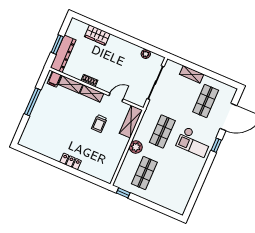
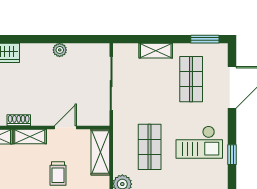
plant: (146, 54) -> (60, 50), moved
window: (225, 80) -> (205, 39), added
window: (216, 145) -> (232, 155), moved

